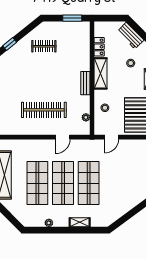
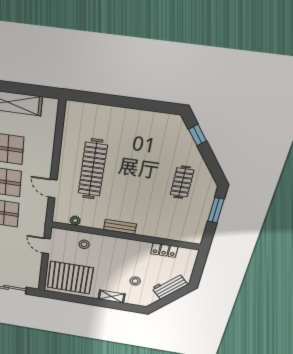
window: (72, 18) -> (216, 210), moved
shelving: (101, 73) -> (129, 246), removed

